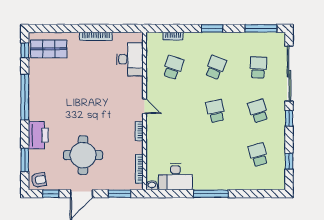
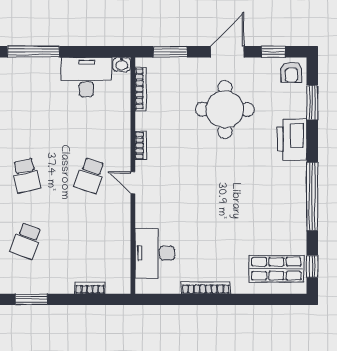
school desk: (173, 67) -> (90, 176), moved
armchair: (39, 180) -> (291, 72), turned -81

